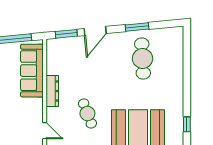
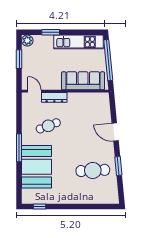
window: (66, 34) -> (113, 109), removed
dresser: (52, 91) -> (54, 97), moved
door: (45, 131) -> (34, 91), swing flipped

